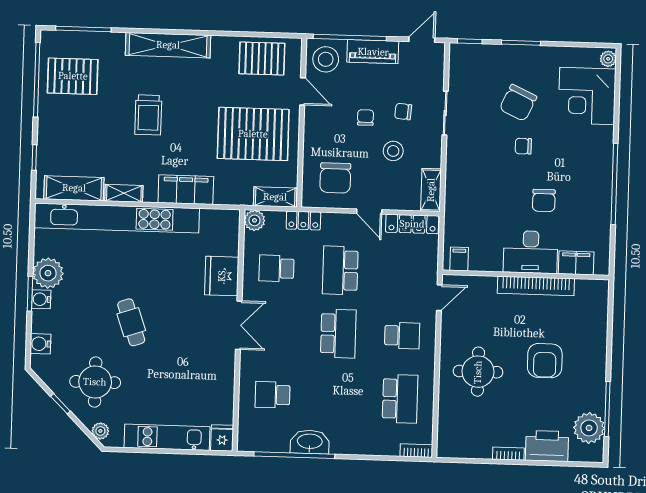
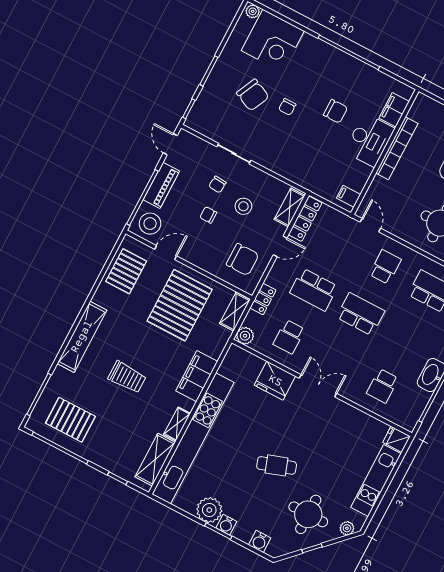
pallet: (73, 76) -> (70, 420), turned 90
shelving: (431, 190) -> (290, 207), moved, turned 90

